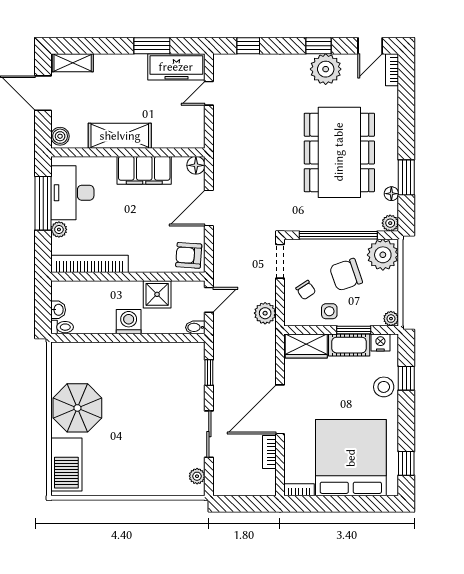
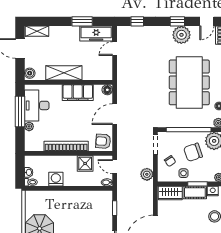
bookcase: (89, 264) -> (66, 146), moved
door: (209, 300) -> (115, 167), swing flipped
washing machine: (129, 322) -> (56, 179), moved

